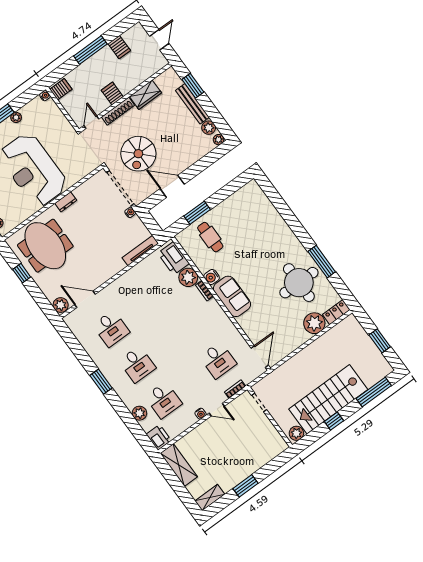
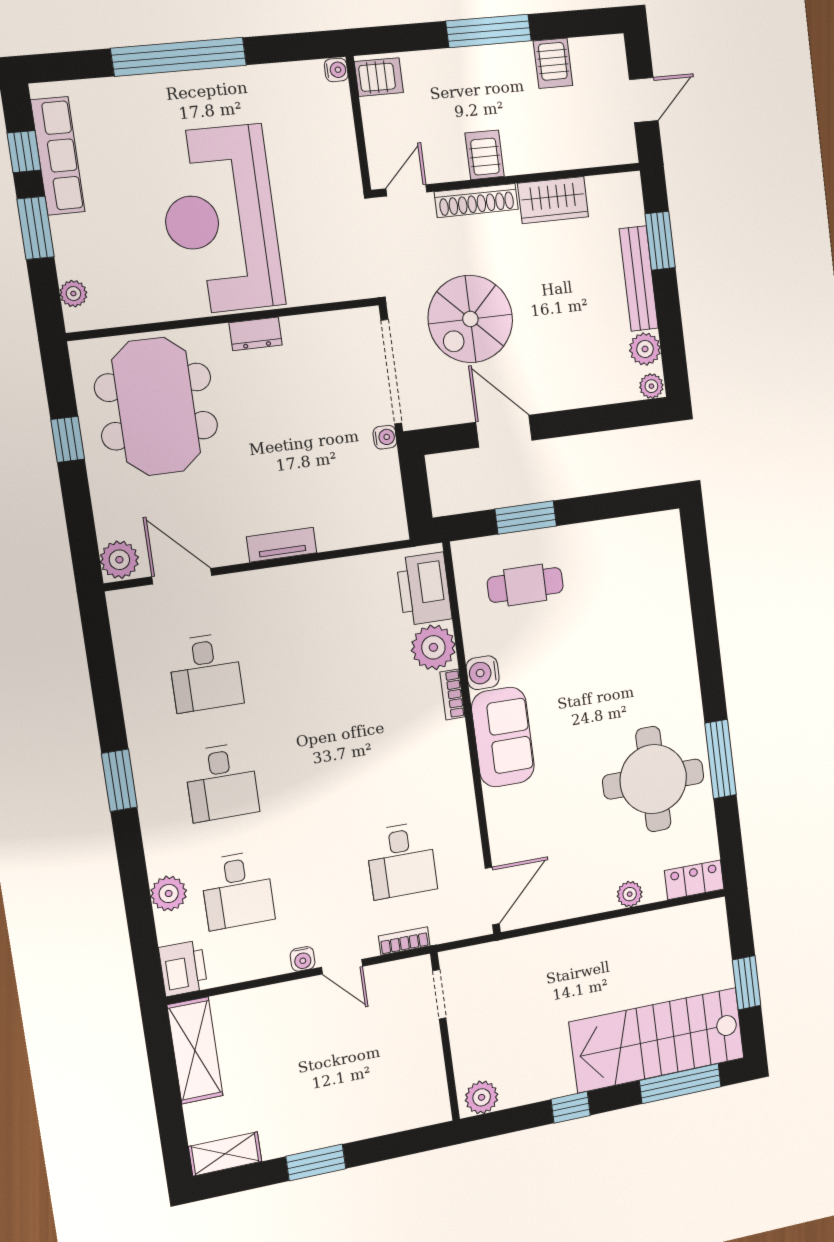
plant: (16, 117) -> (245, 79), removed
cafe table: (210, 237) -> (525, 585), turned 90
tv unit: (140, 251) -> (282, 545), moved, width x0.71
plant: (314, 323) -> (630, 894), width x0.53, depth x0.53
stairs: (328, 399) -> (657, 1040), moved

